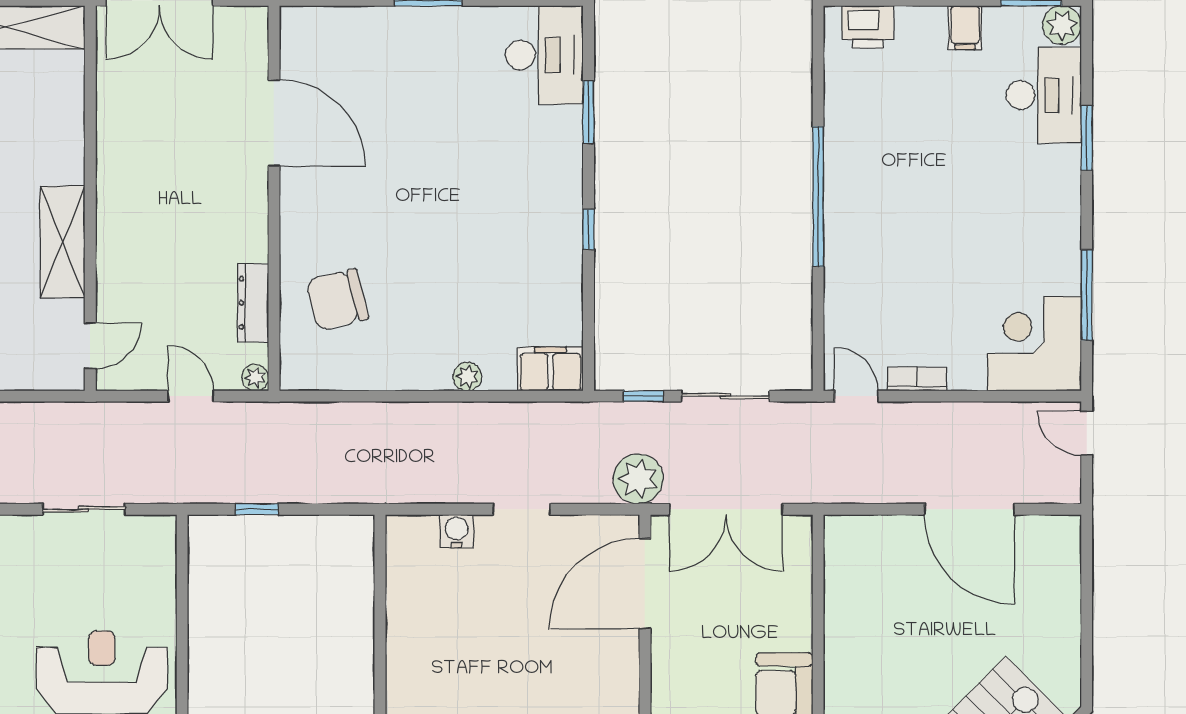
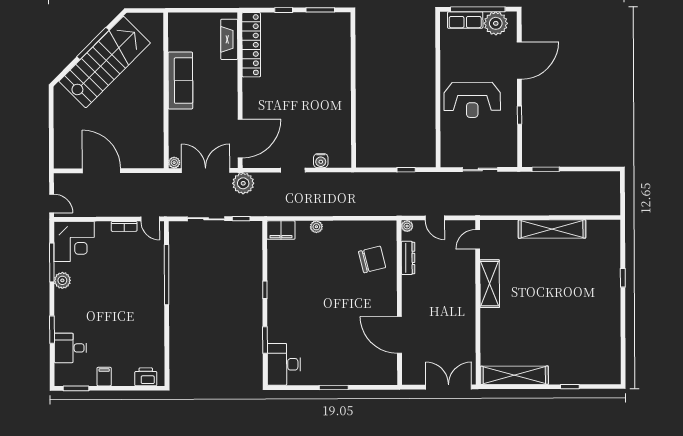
plant: (1062, 25) -> (62, 280), moved
desk: (1044, 95) -> (70, 348), width x0.73
window: (818, 197) -> (167, 275), moved
plant: (799, 528) -> (174, 163), added

